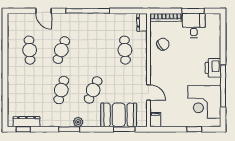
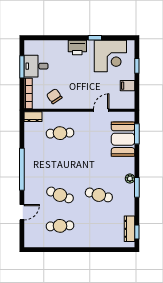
window: (223, 86) -> (95, 38), width x0.32
cafe table: (93, 90) -> (99, 164), removed
filing cabinet: (155, 120) -> (128, 86), moved

